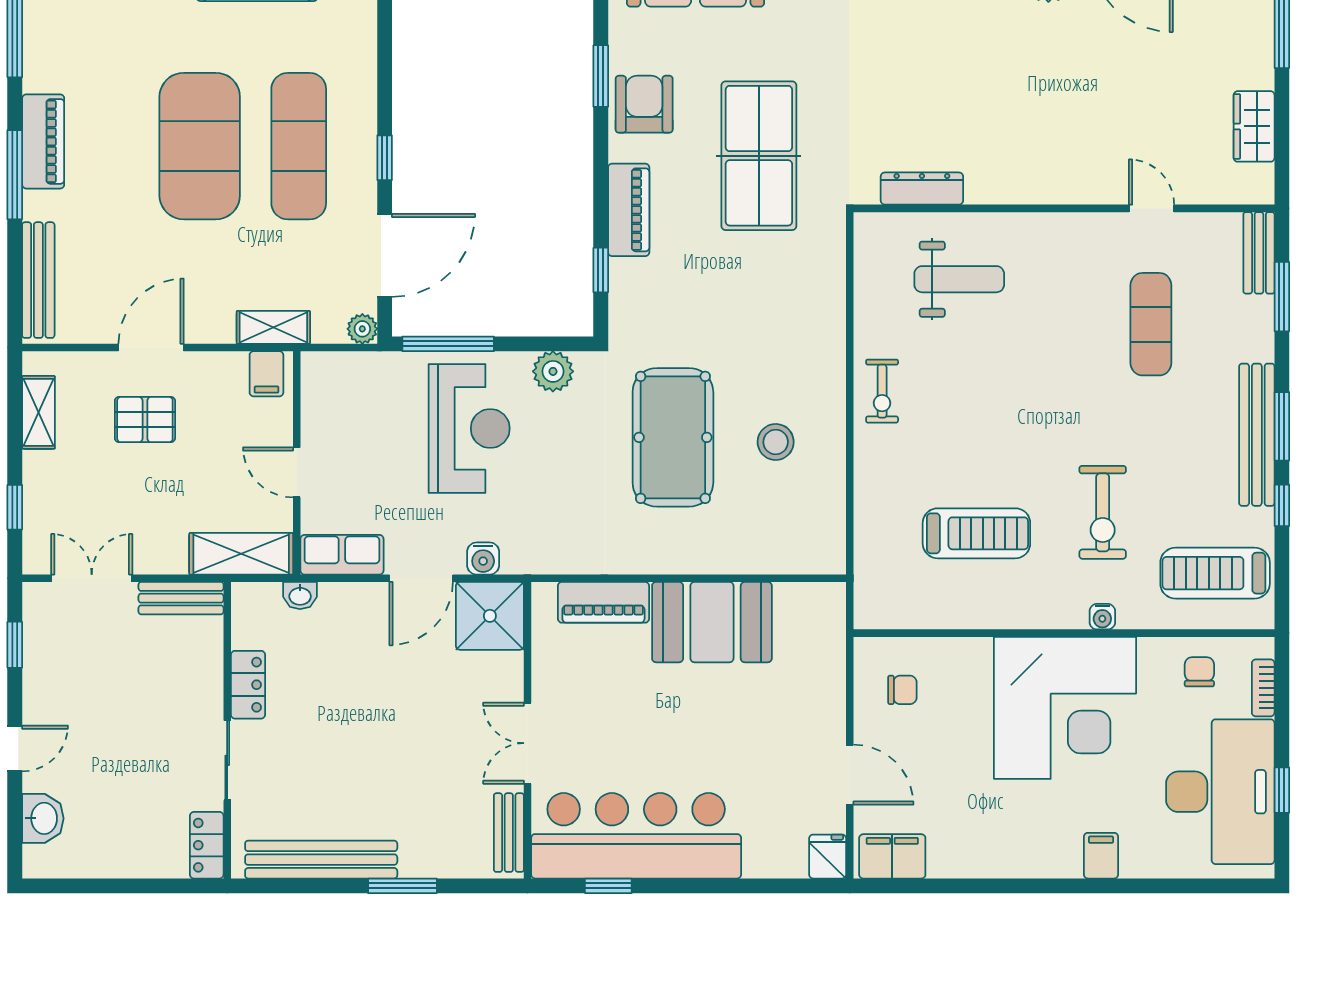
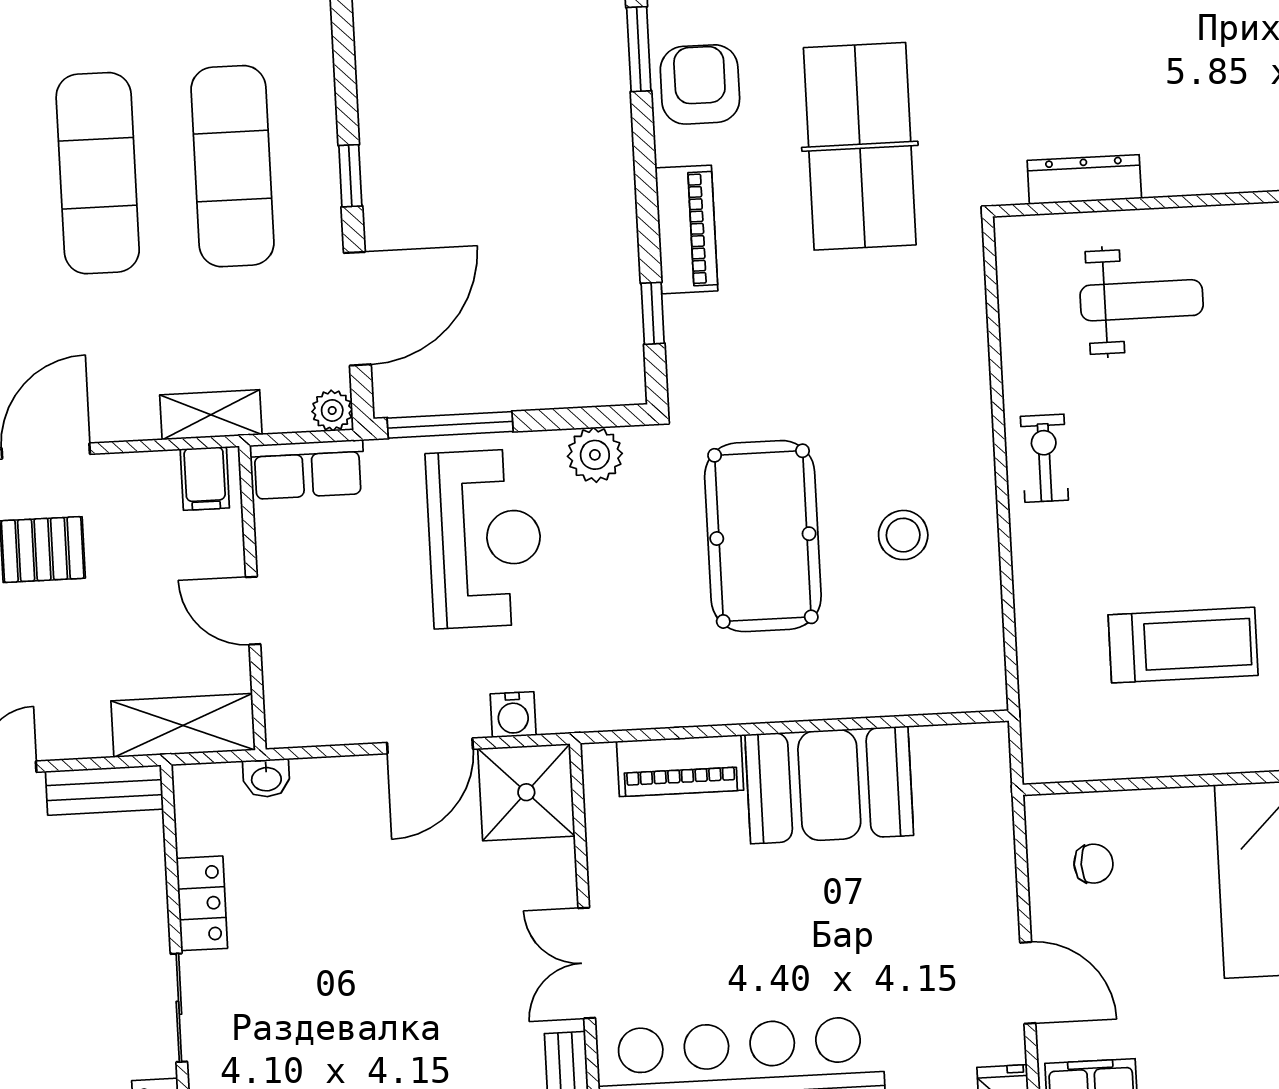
exercise mat: (200, 146) -> (98, 173), width x0.68
exercise bike: (882, 391) -> (1044, 458), turned 180
row of seats: (342, 555) -> (307, 469), moved, turned 180

